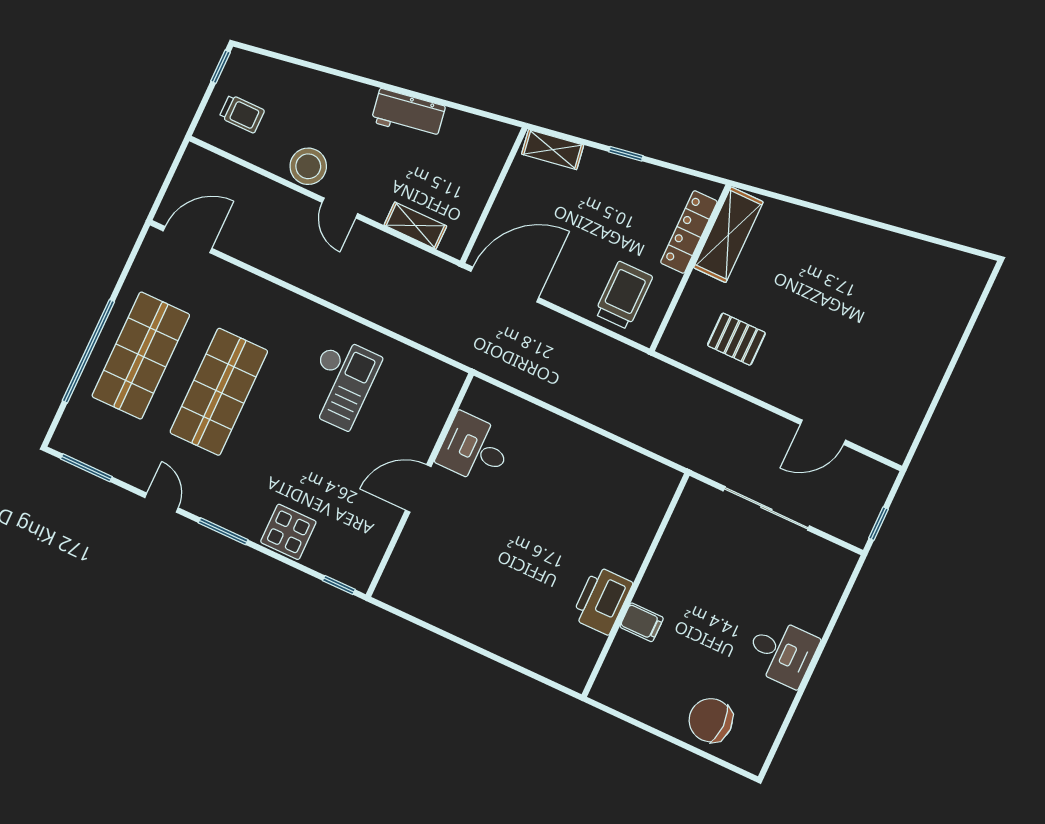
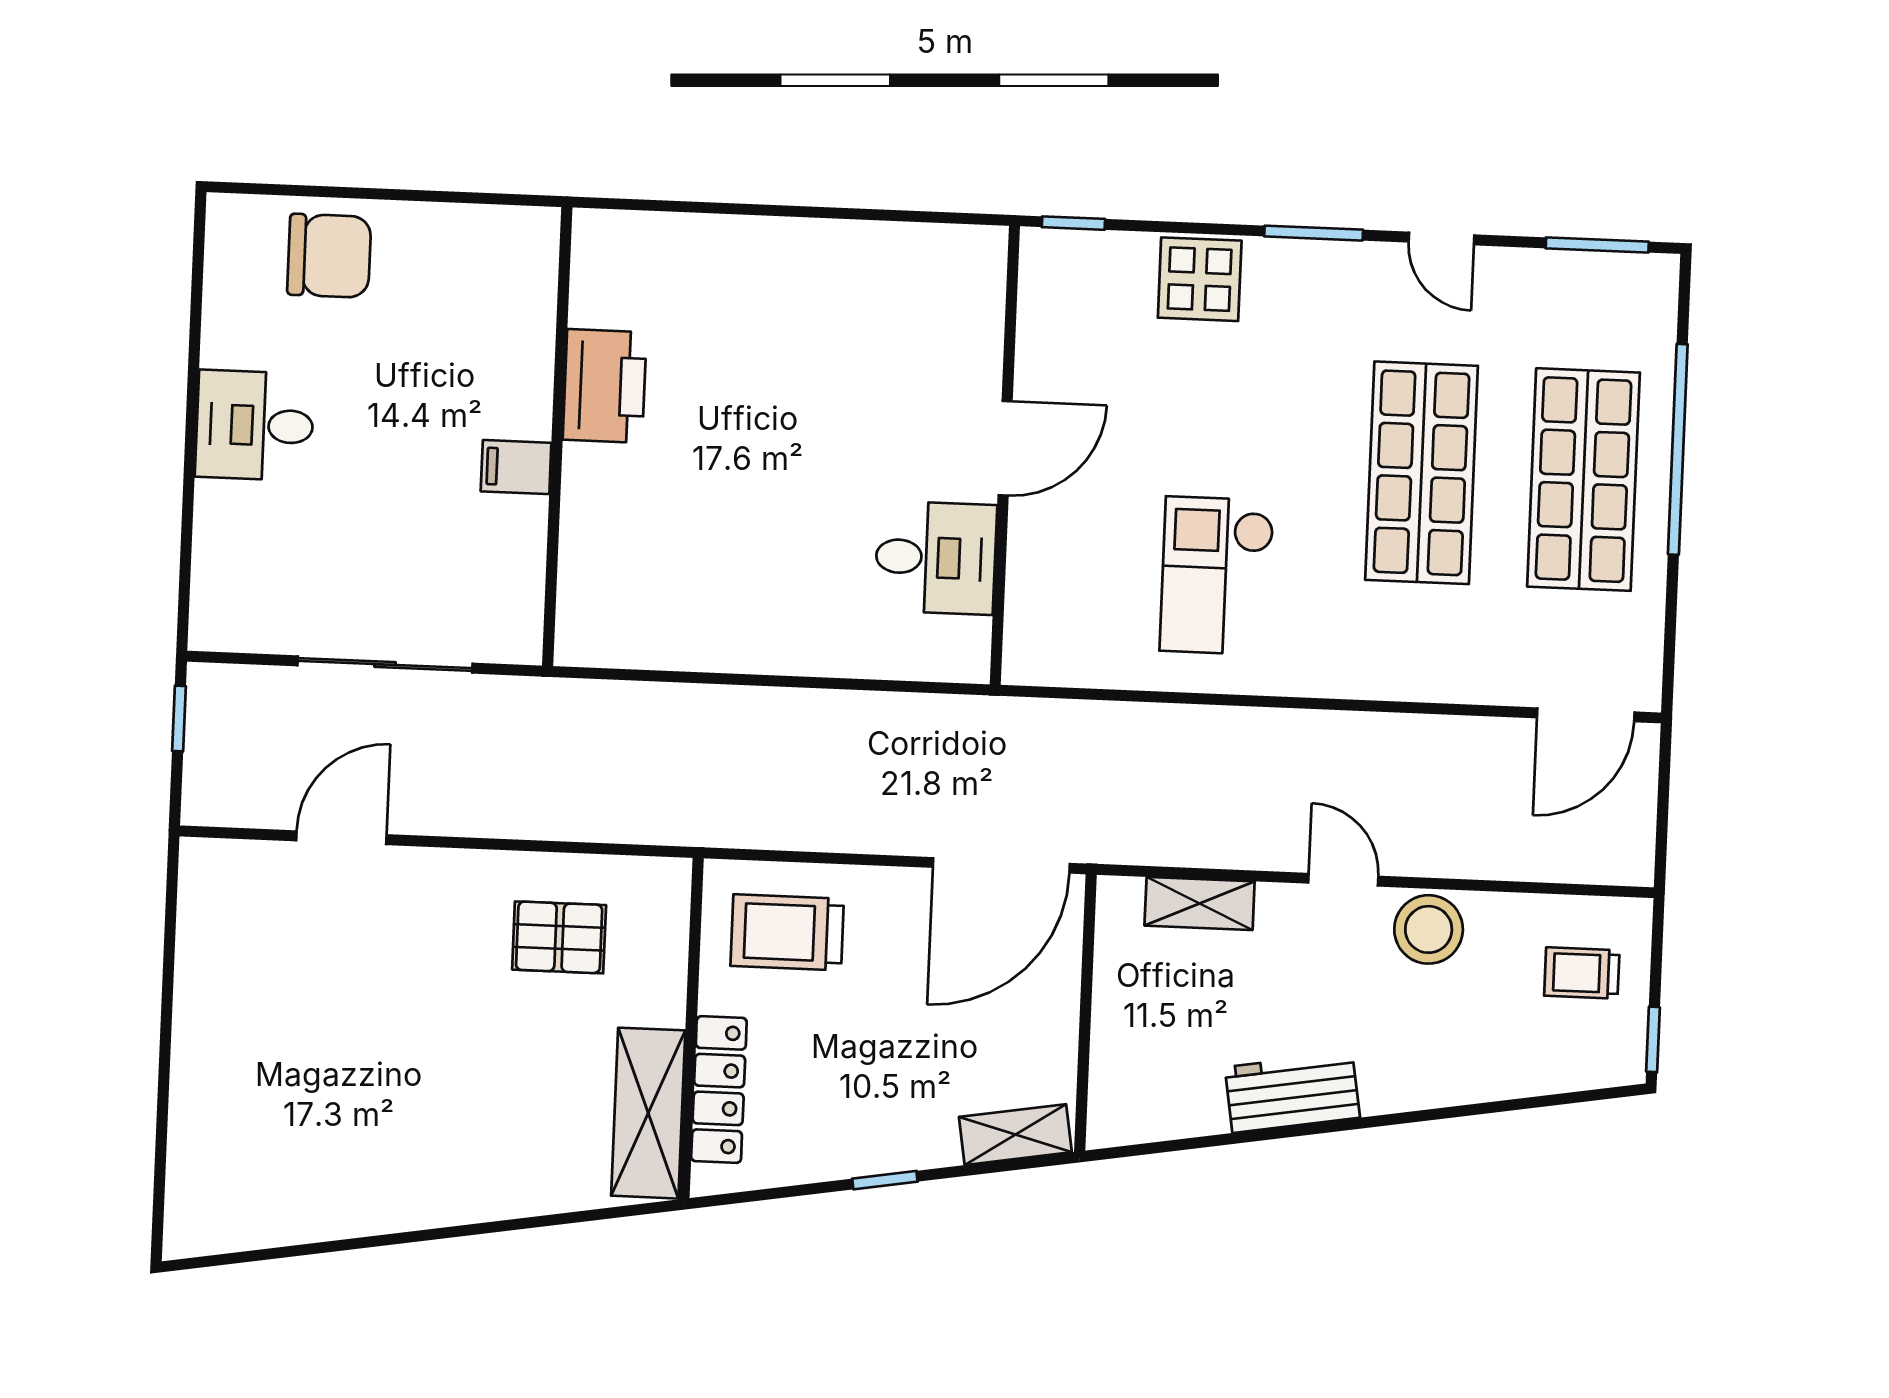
trolley: (624, 295) -> (787, 932), turned 90
filing cabinet: (642, 622) -> (516, 467), moved

